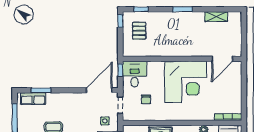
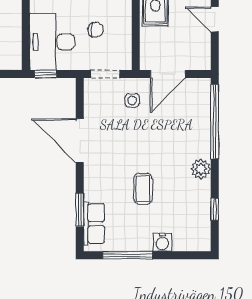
desk: (135, 74) -> (52, 42), width x1.37
door: (99, 90) -> (80, 141), moved

